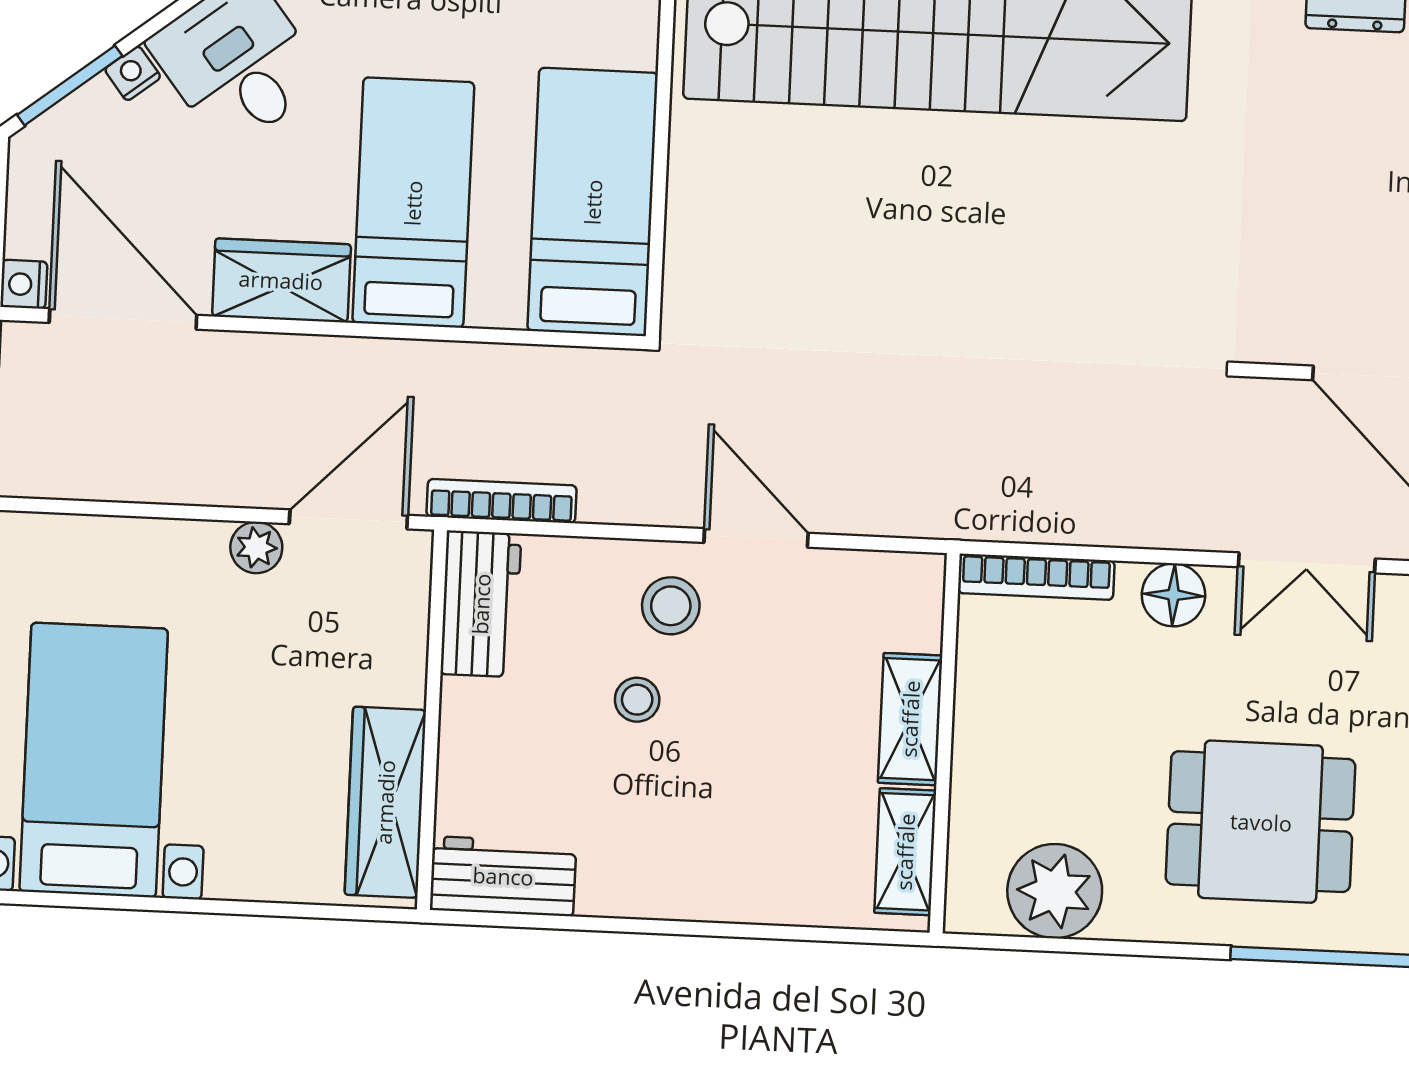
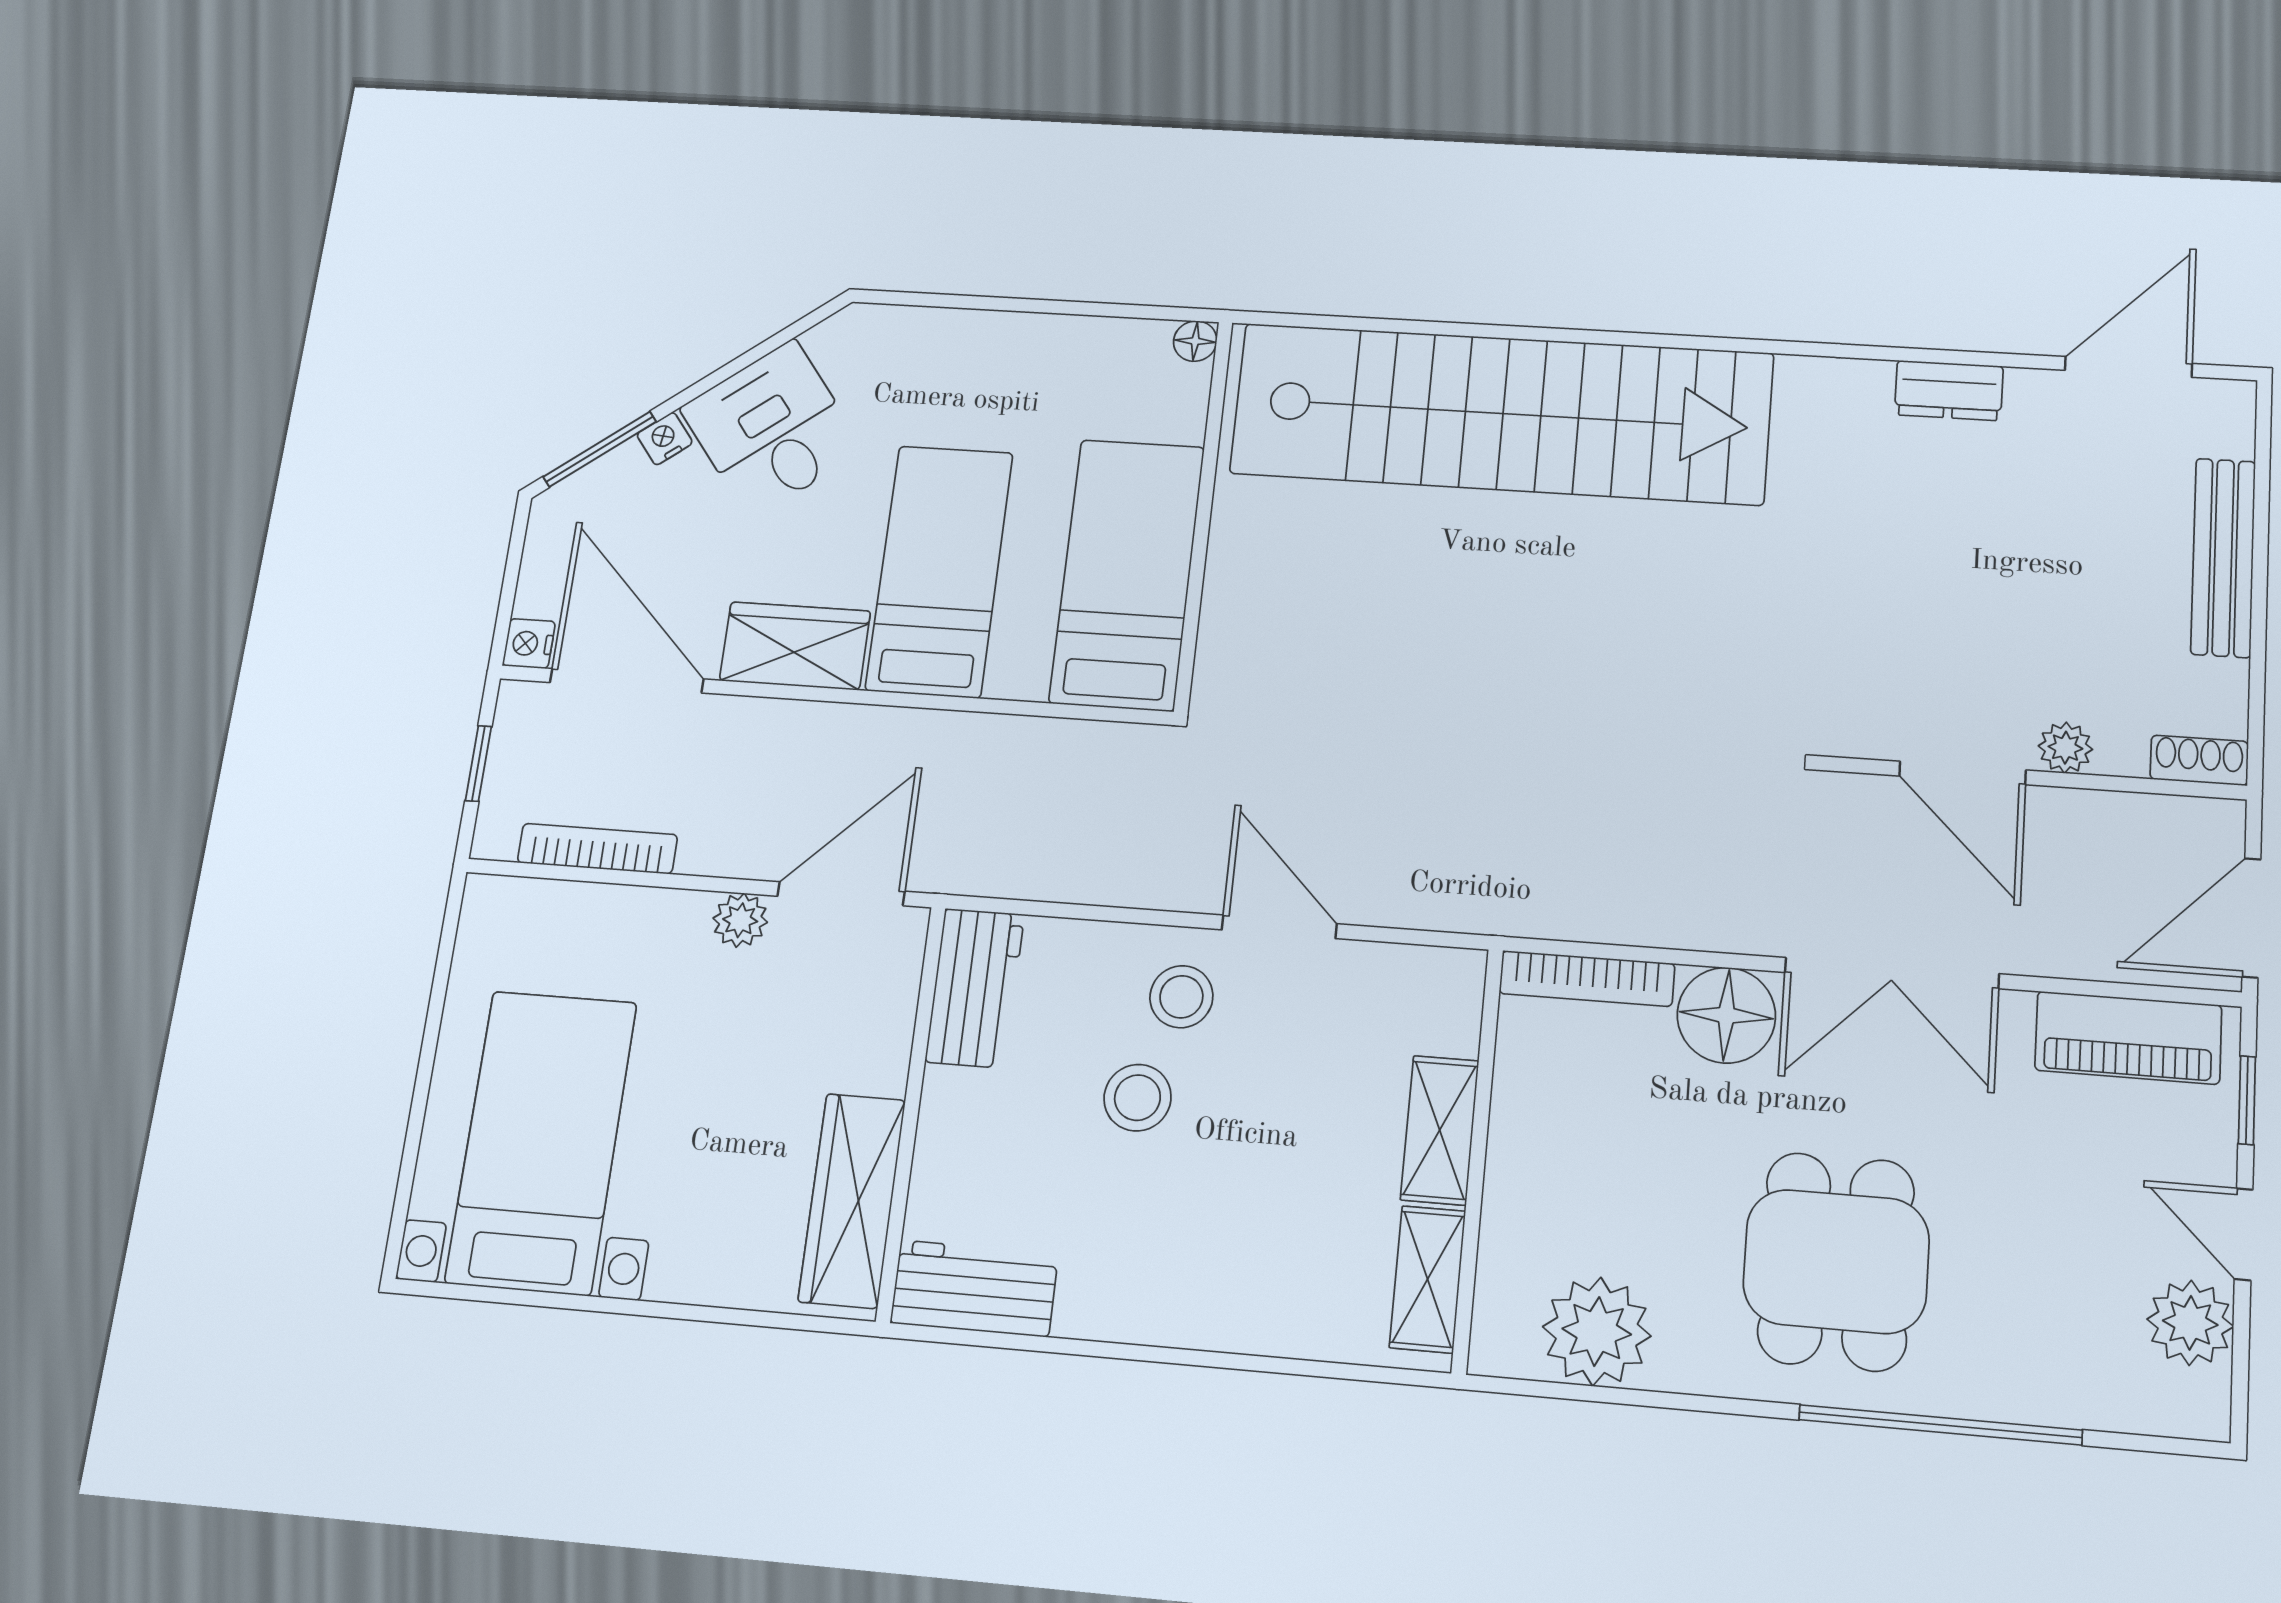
bookcase: (502, 501) -> (597, 849), moved
double door: (1307, 563) -> (1892, 973), width x1.37
floor lamp: (1173, 595) -> (1726, 1015), width x1.38, depth x1.38
stool: (637, 700) -> (1137, 1098), width x1.37, depth x1.37
dining table: (1261, 822) -> (1836, 1261), turned 90

